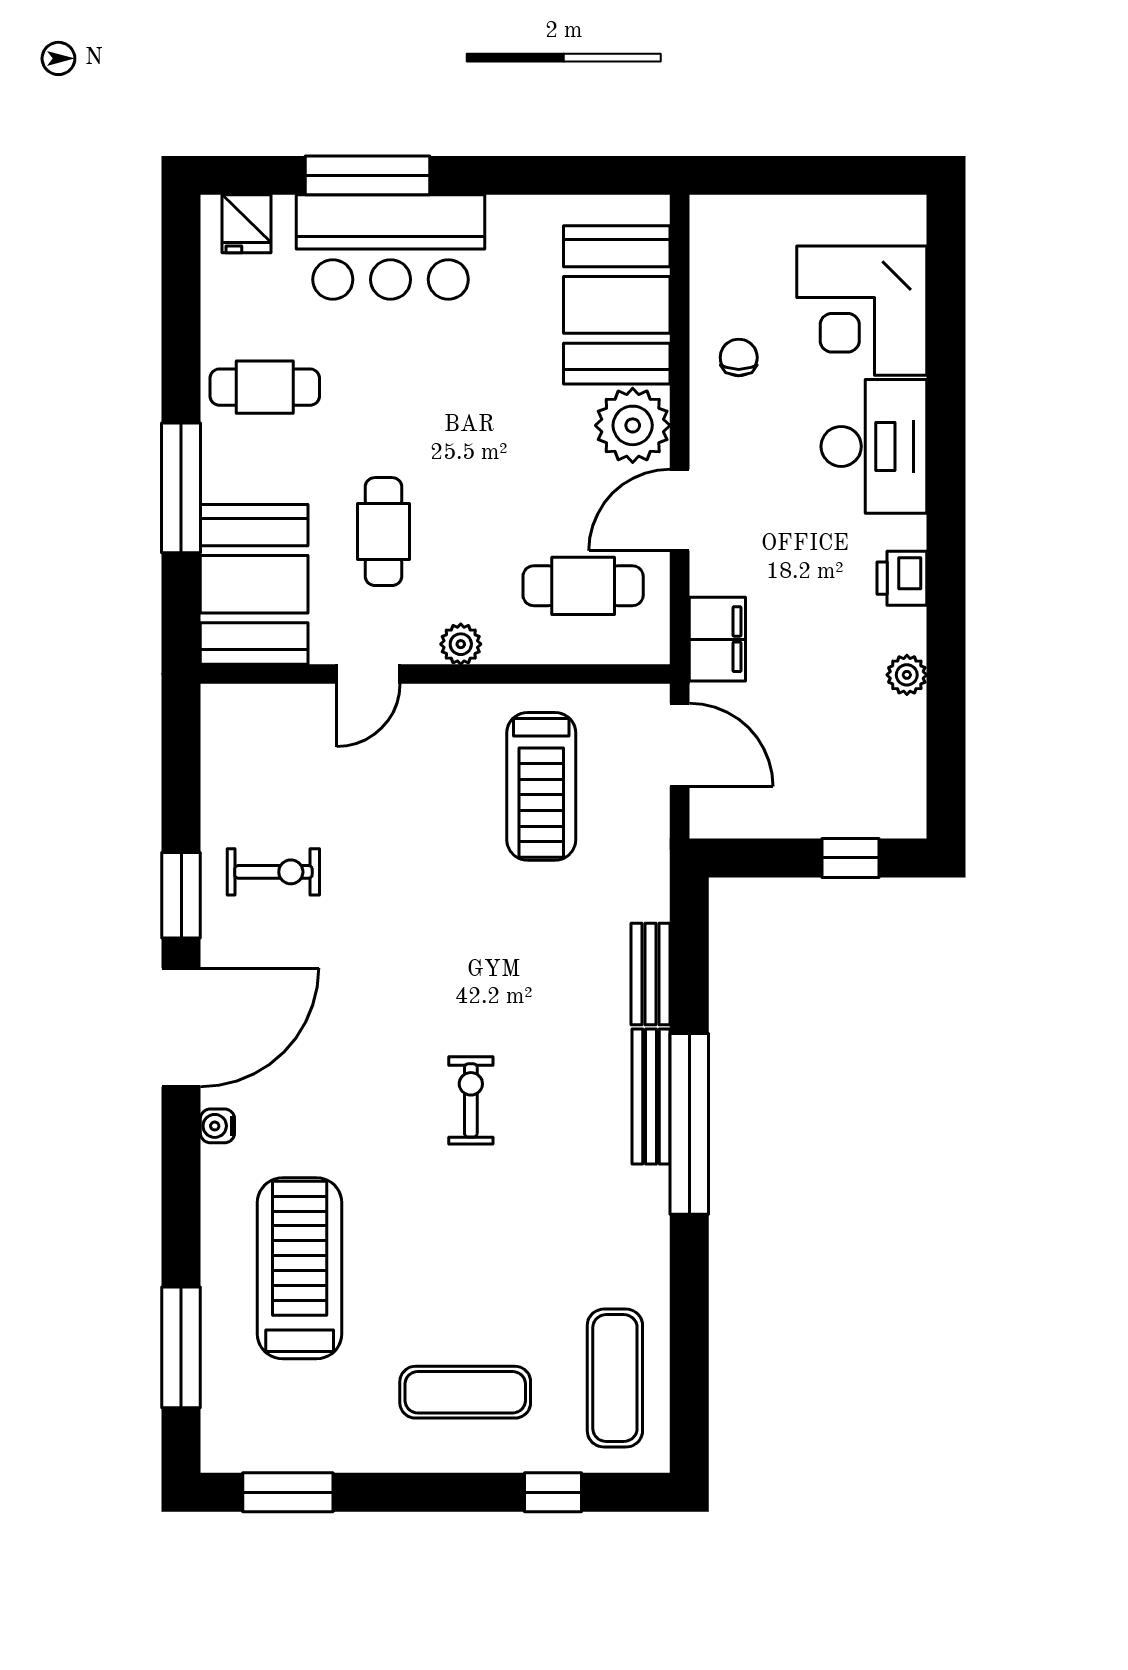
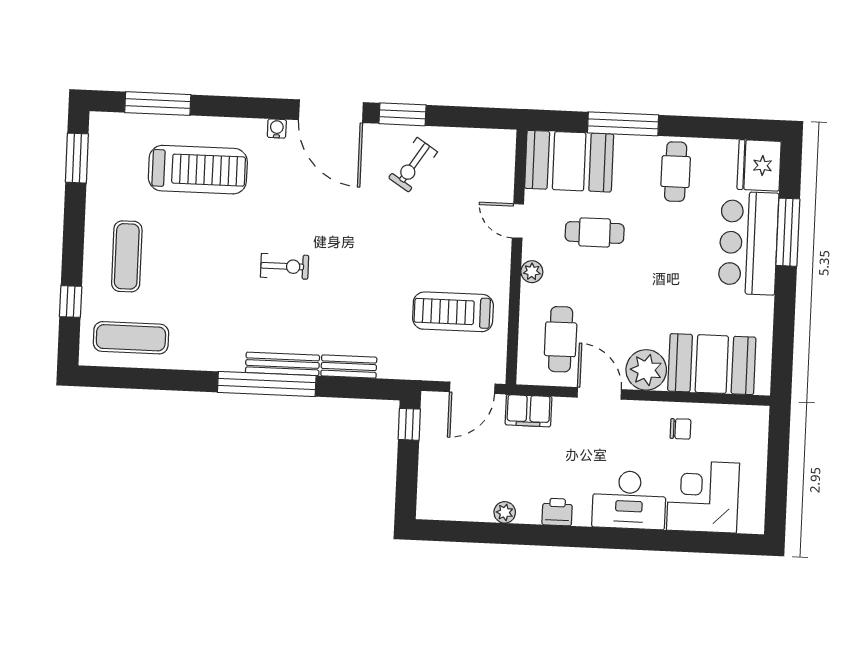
fridge: (247, 224) -> (759, 165), width x1.88, depth x1.34
window: (851, 858) -> (409, 424), moved
exercise bike: (273, 872) -> (413, 165), turned 33

